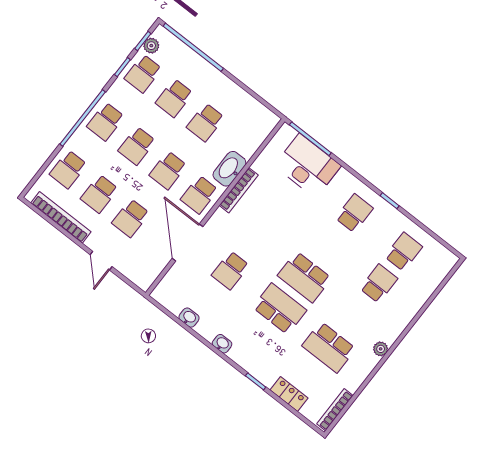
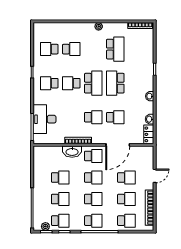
school desk: (255, 238) -> (93, 117), added
school desk: (329, 245) -> (71, 83), added
school desk: (379, 284) -> (71, 49), turned 180
locker: (289, 394) -> (149, 134), moved

